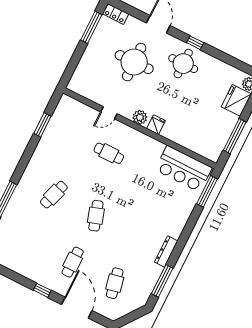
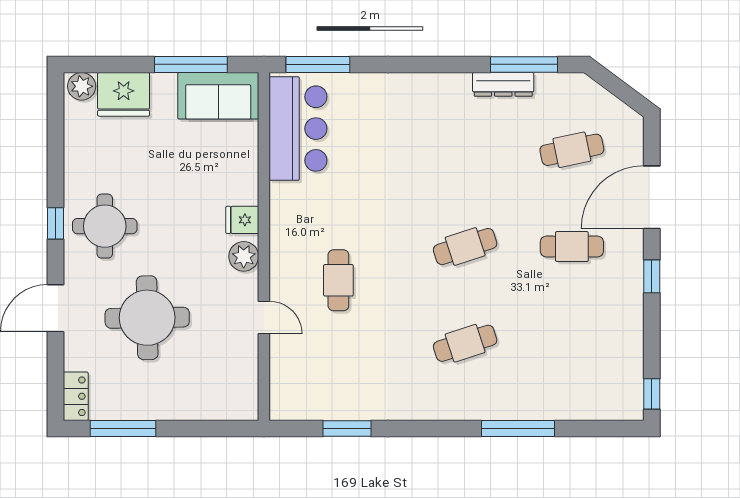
sofa: (215, 141) -> (218, 96), added
cafe table: (54, 195) -> (465, 343), turned -36
dresser: (166, 252) -> (503, 84), moved

